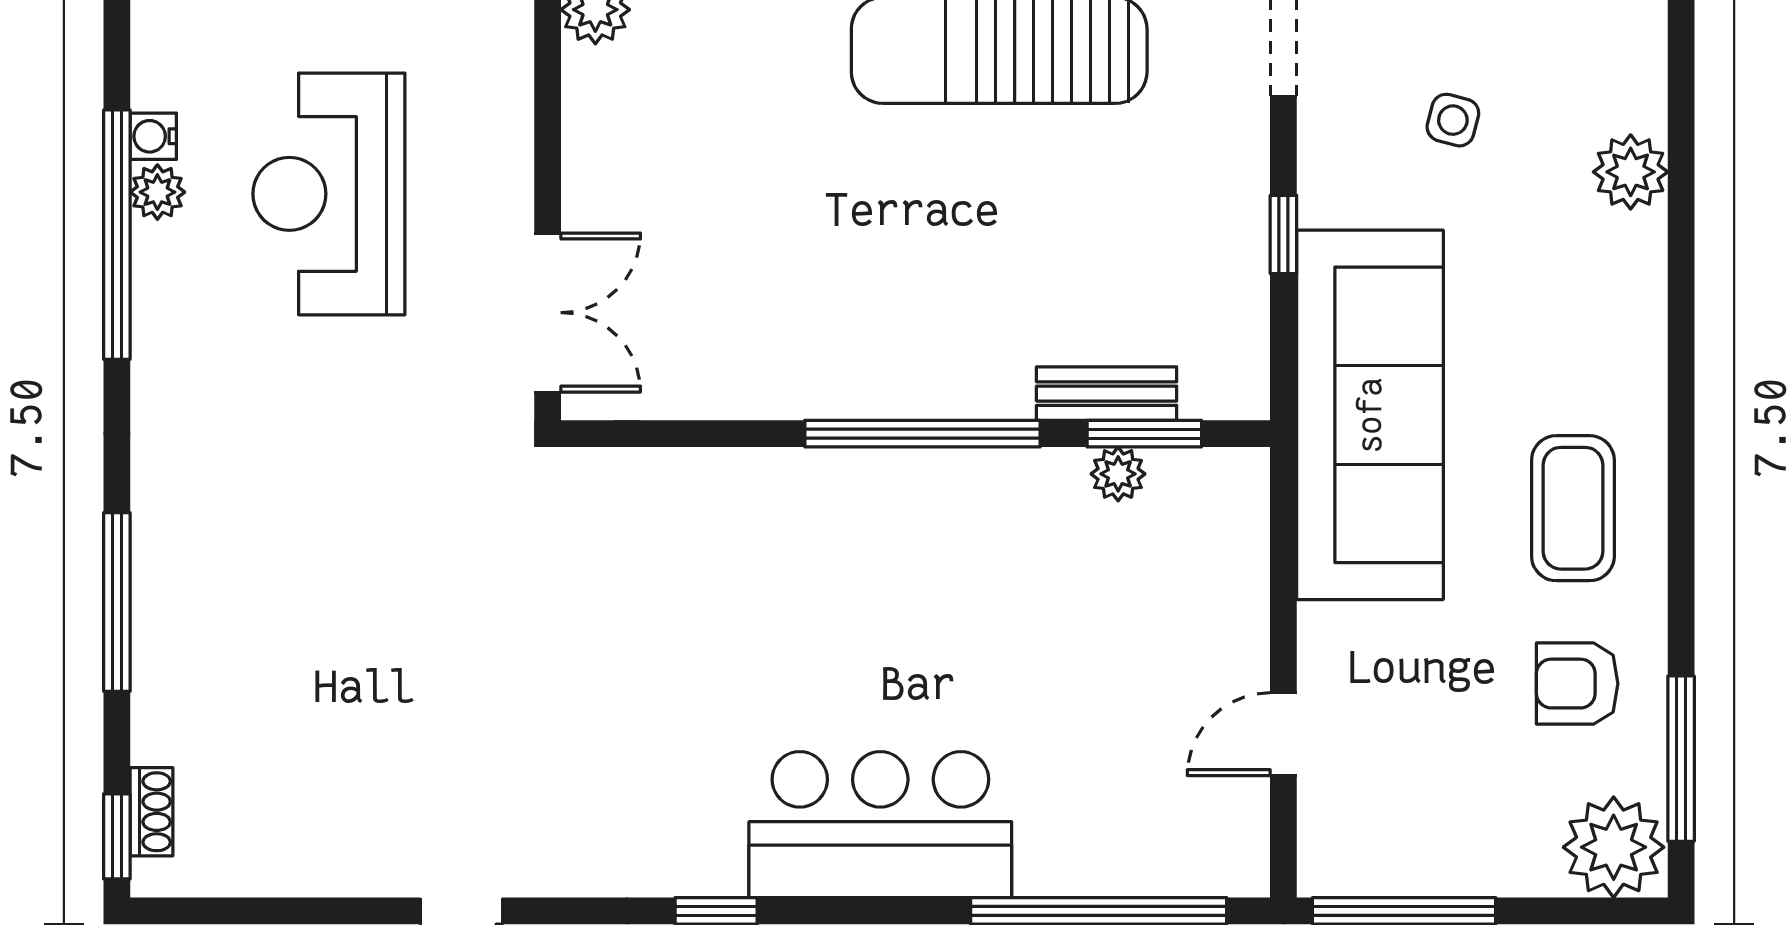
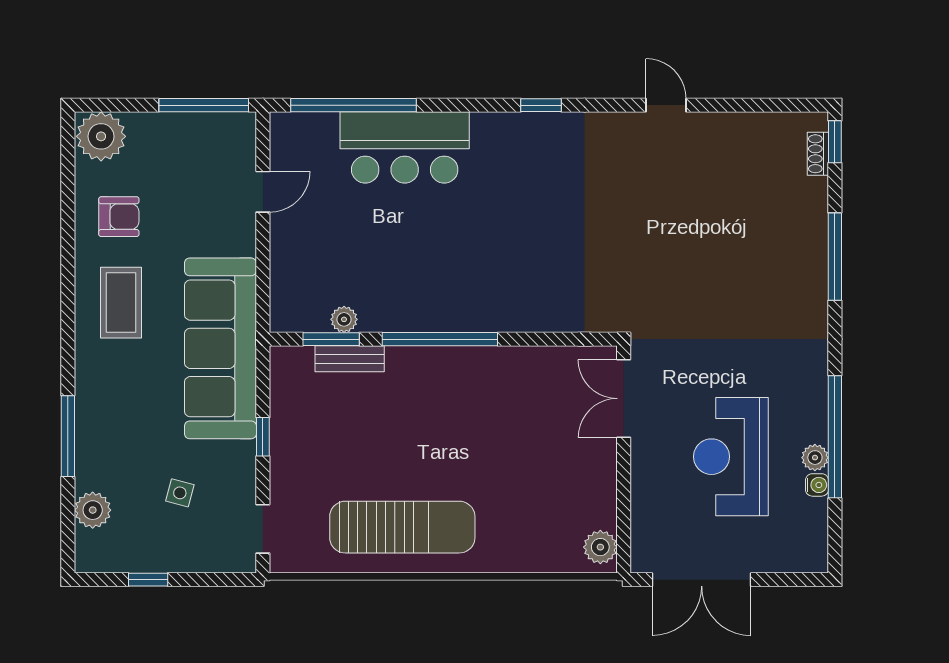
plant: (1631, 172) -> (93, 510), moved
reception desk: (329, 194) -> (731, 457), turned 180
window: (1681, 759) -> (68, 436), moved
bar counter: (880, 825) -> (405, 147), moved

